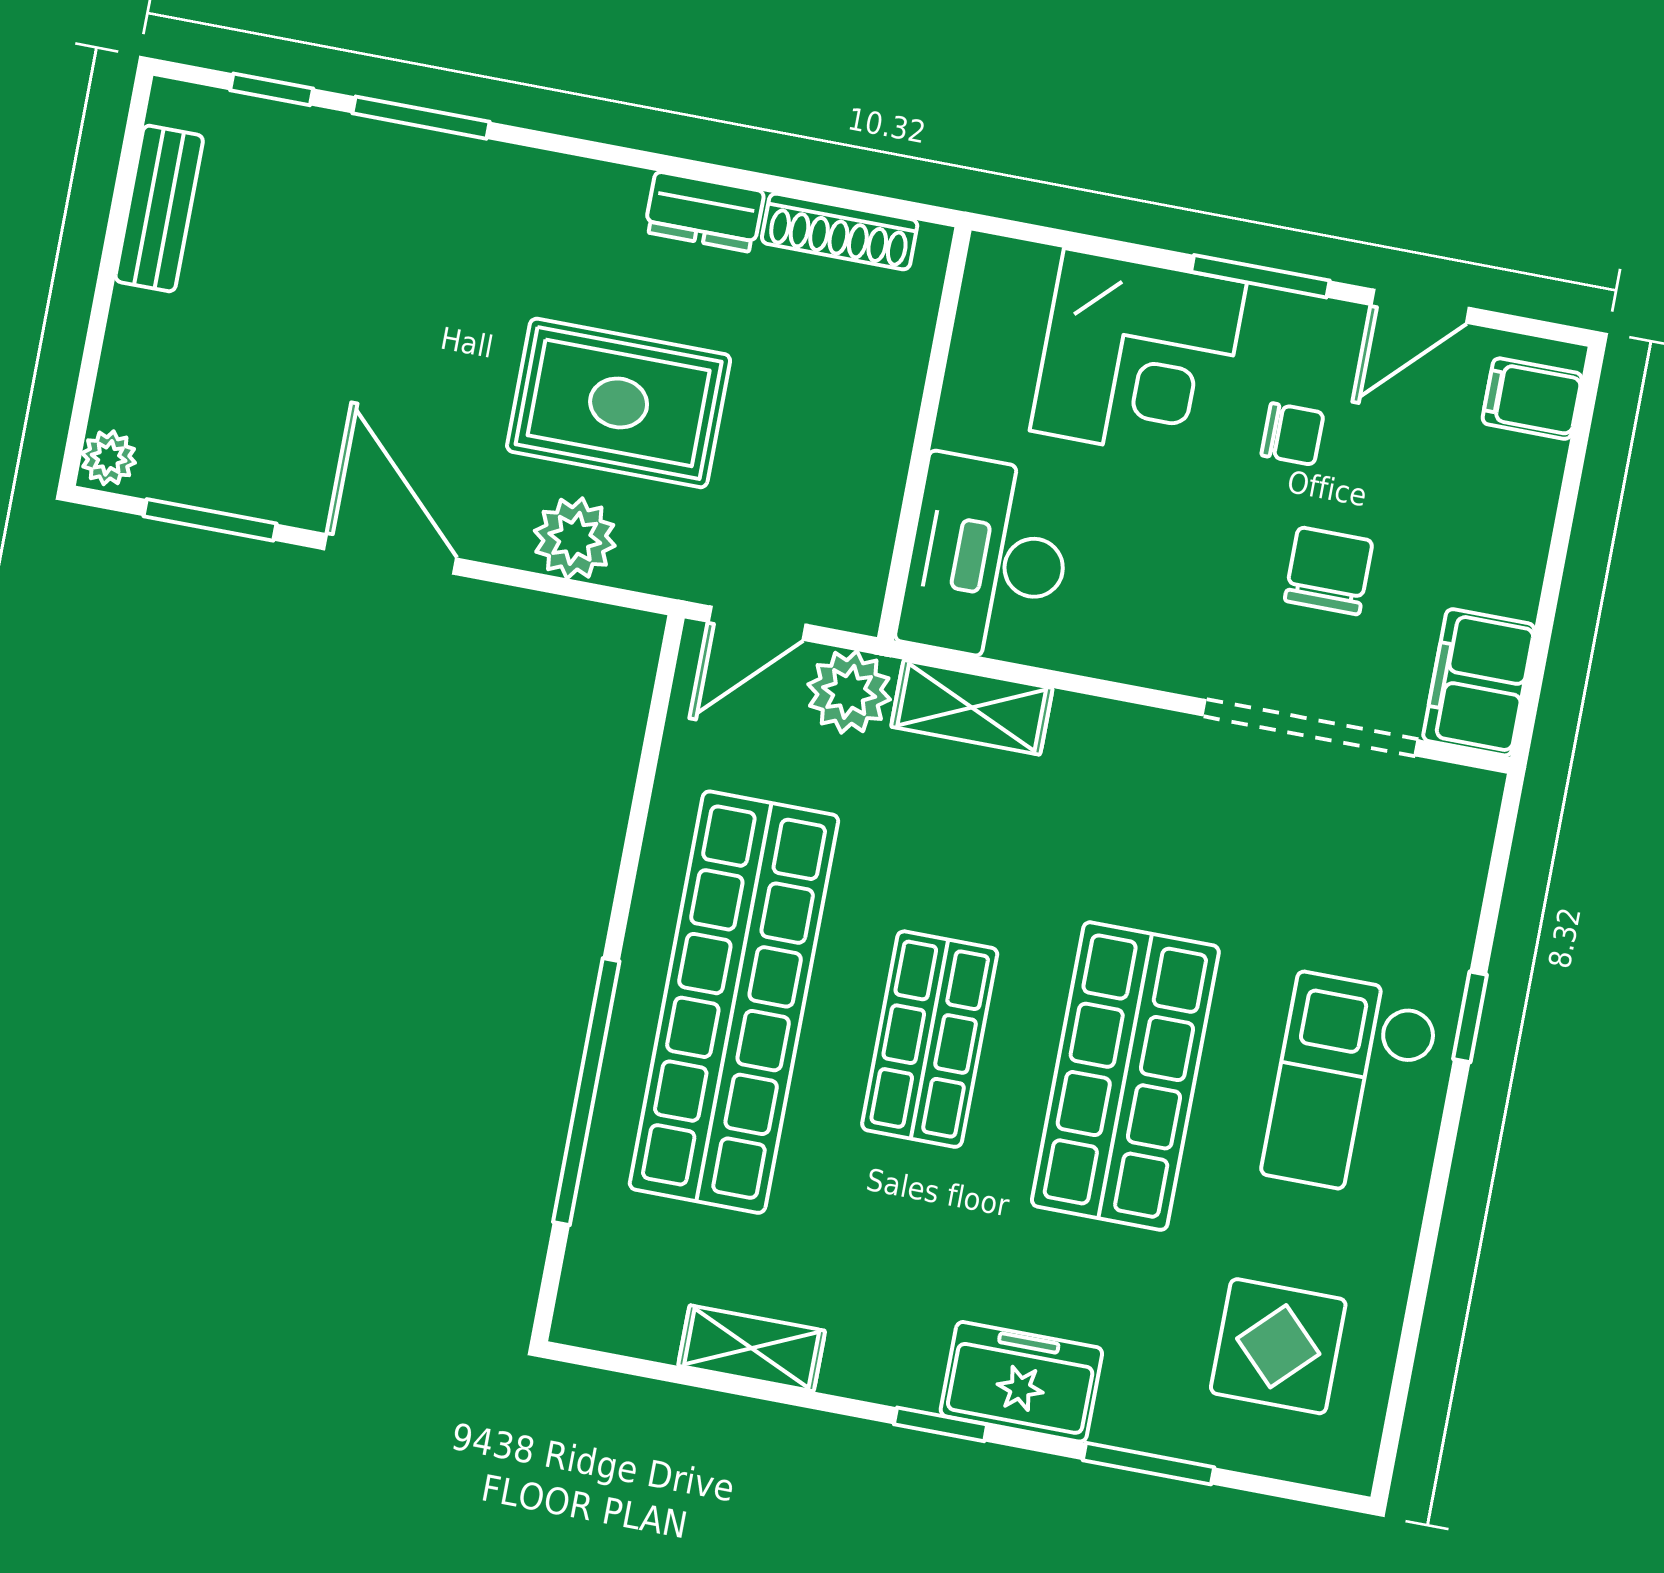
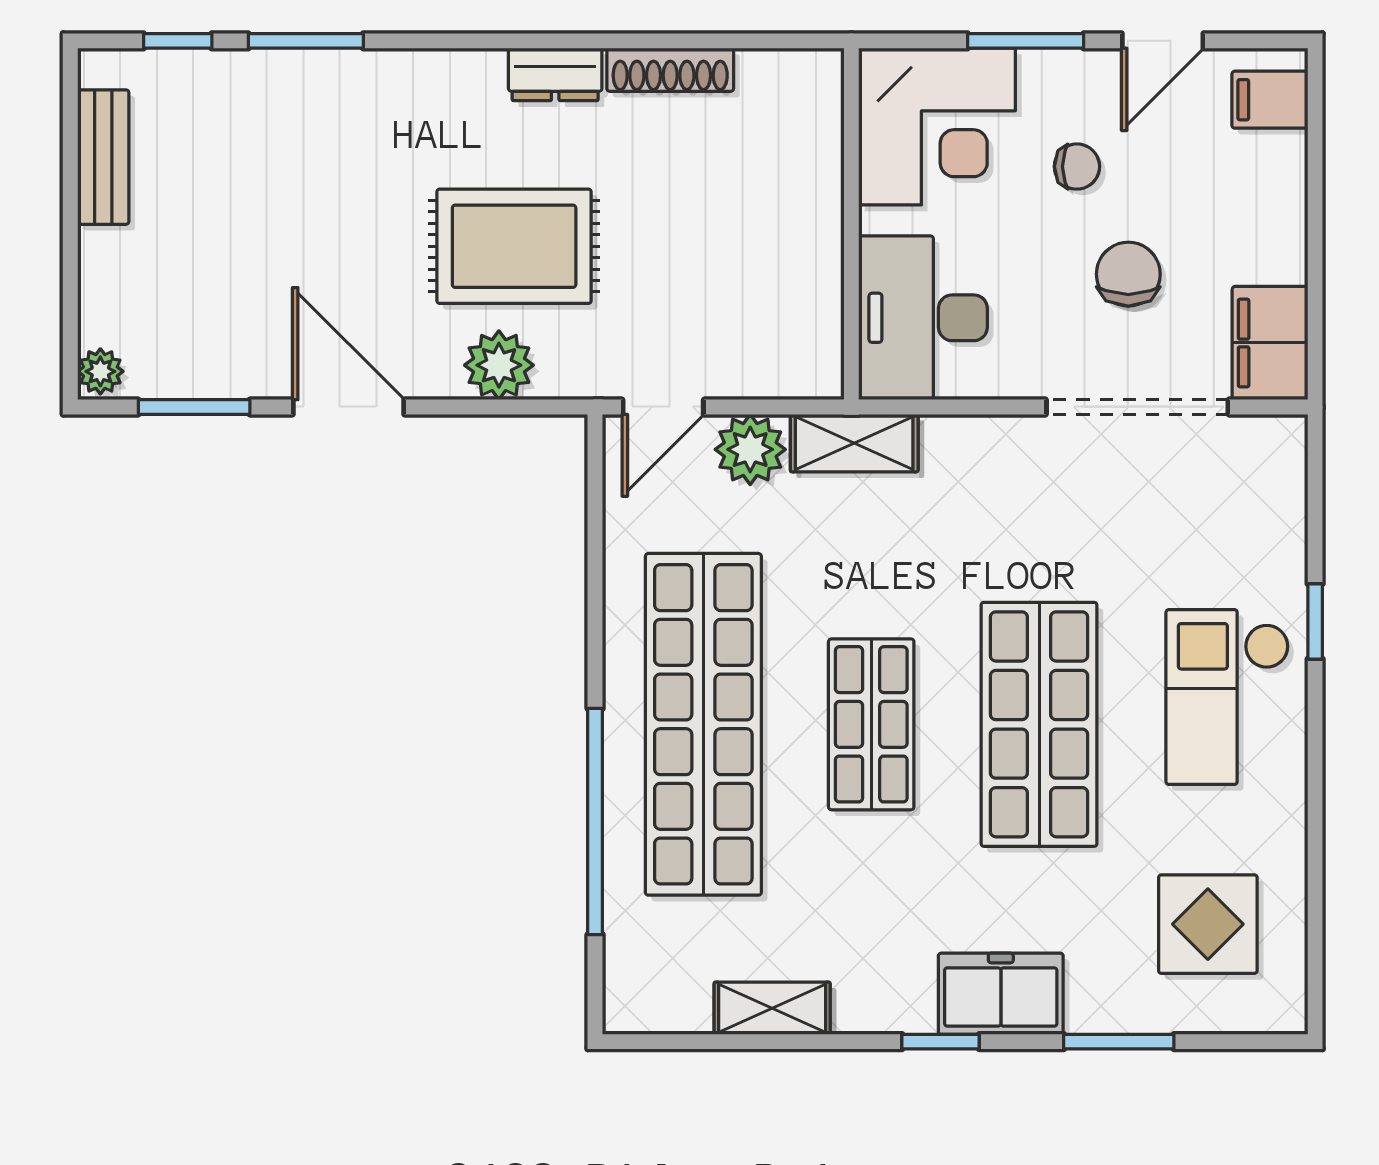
wall: (924, 434) -> (851, 224), moved
desk: (987, 559) -> (923, 318), moved

